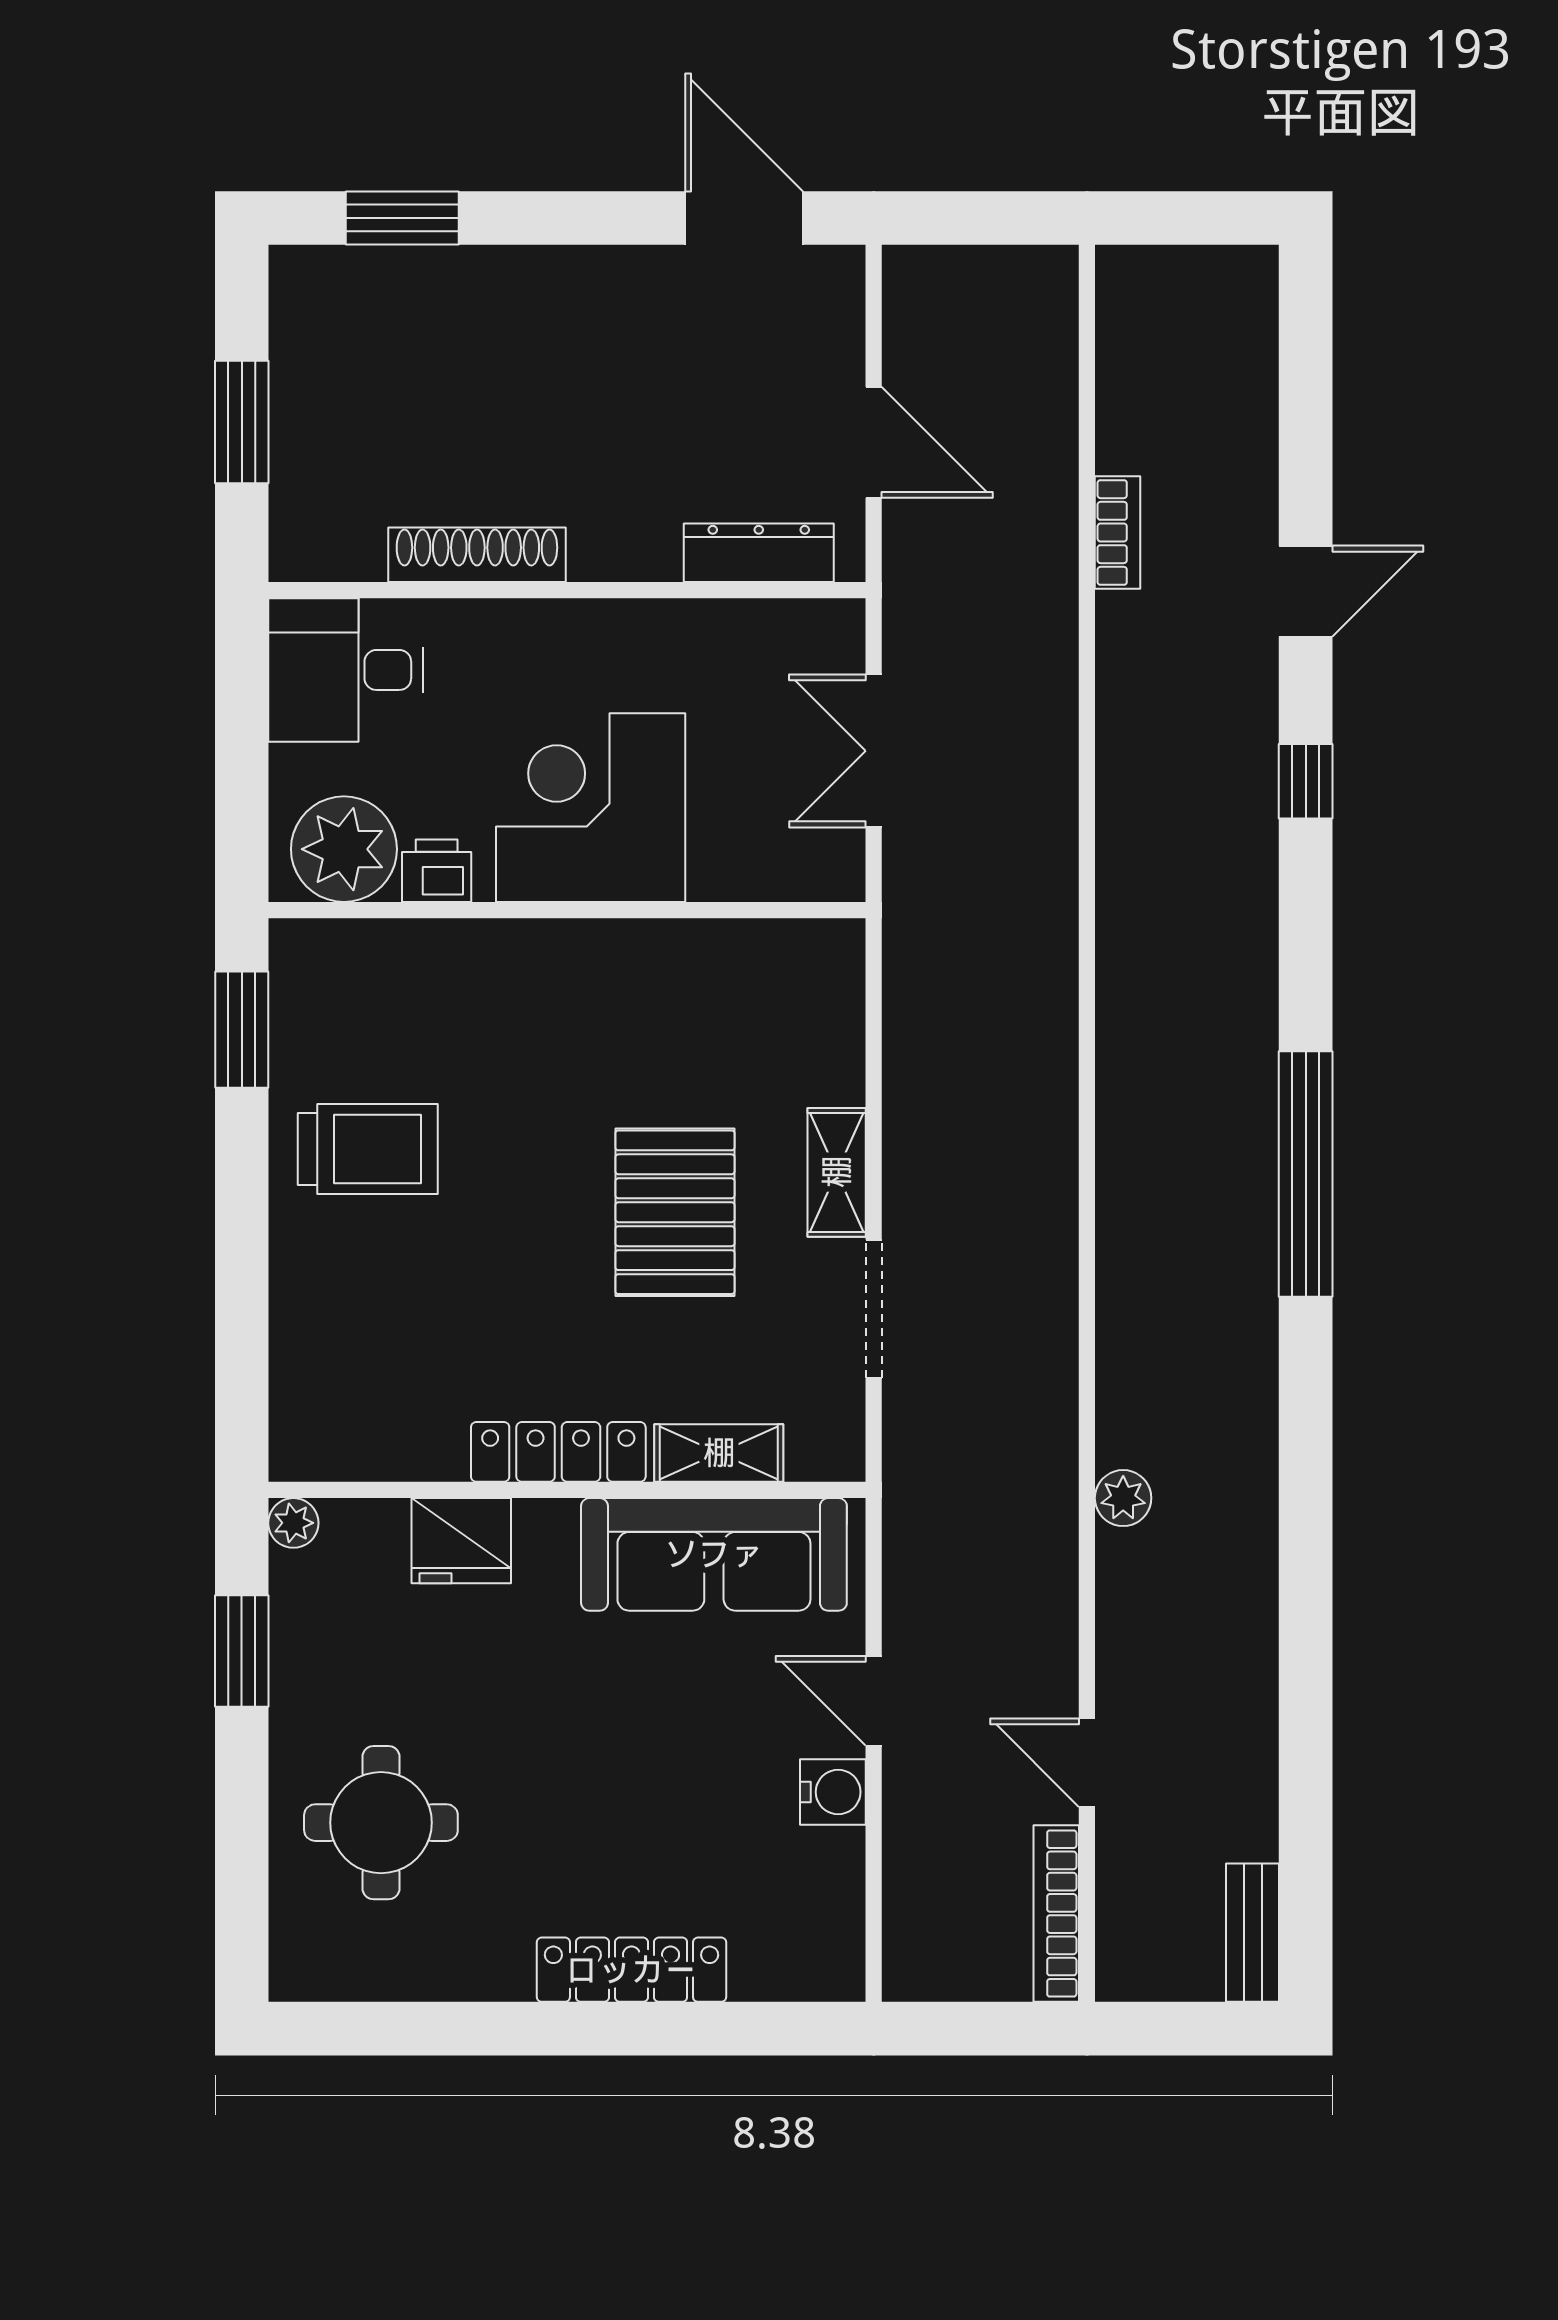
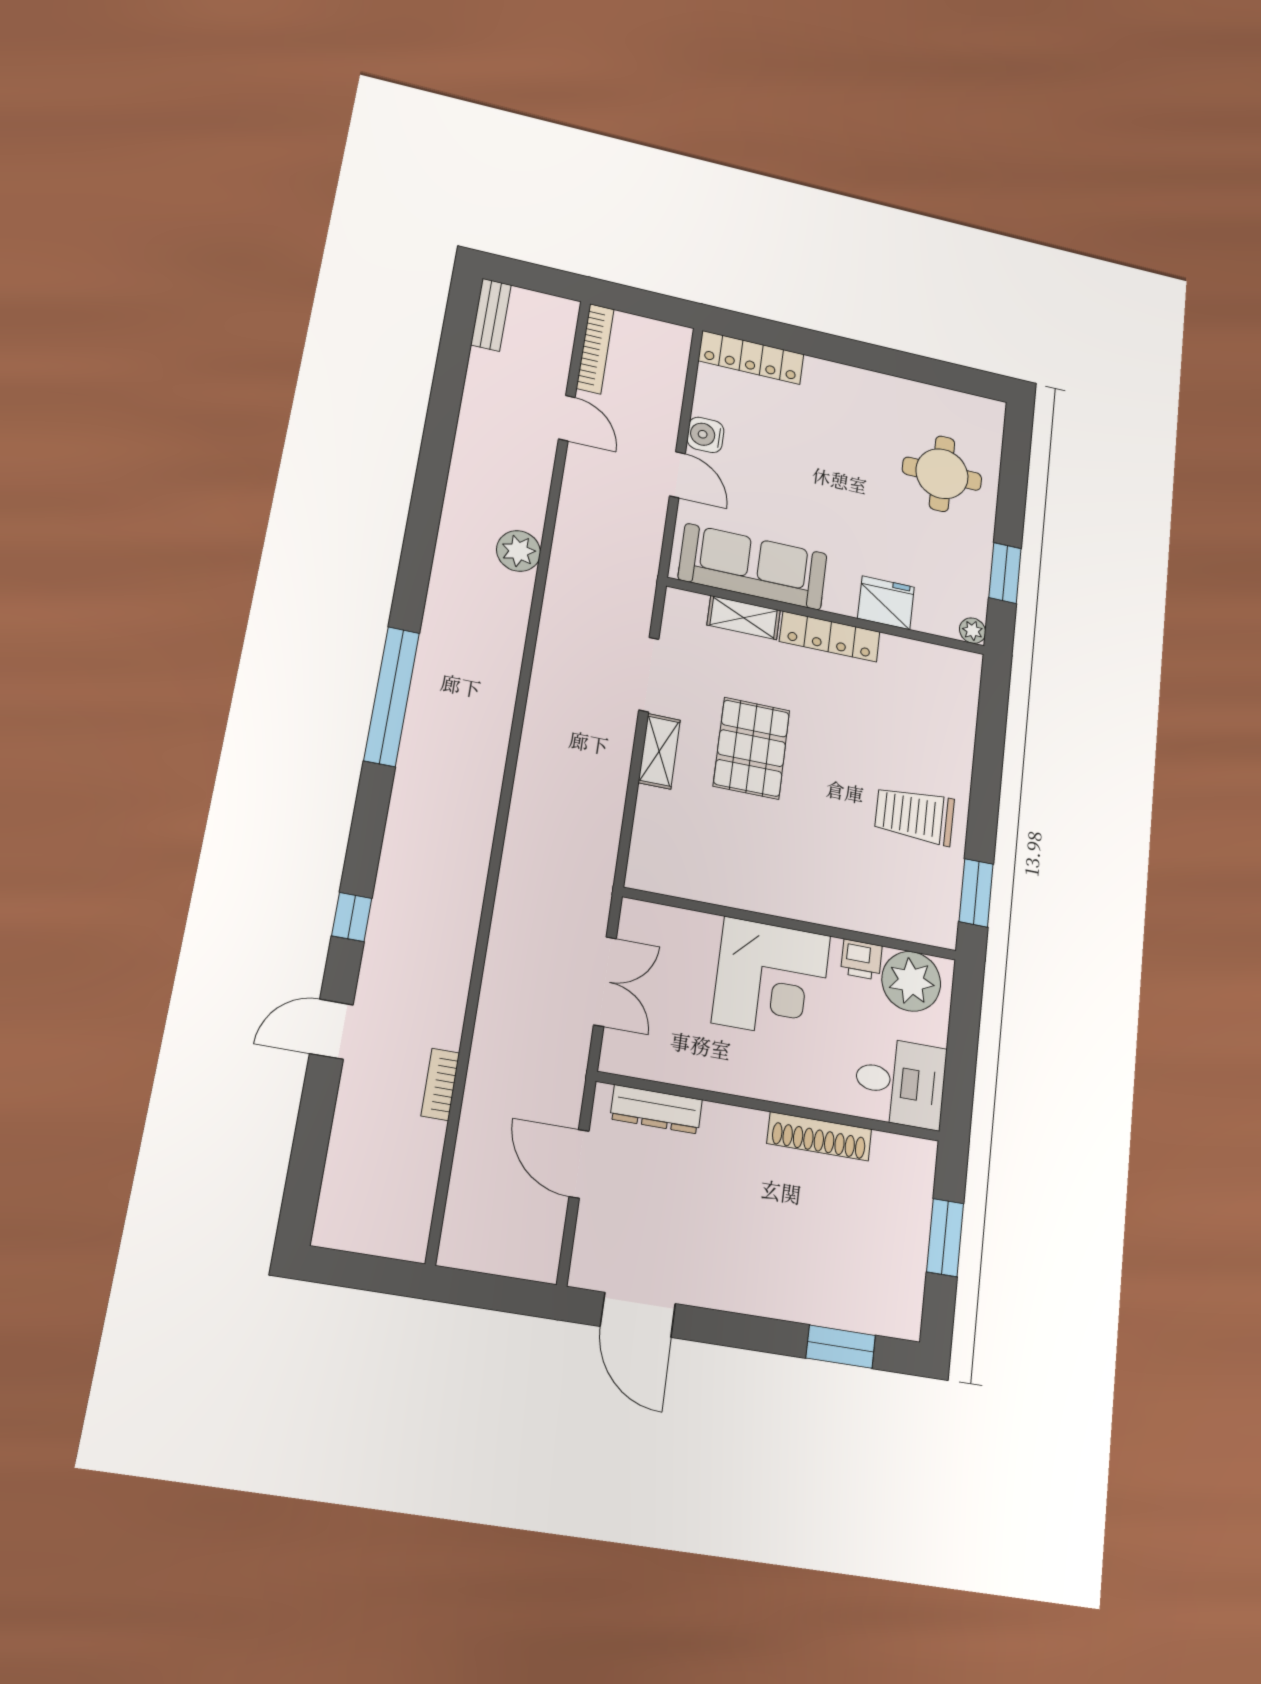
plant: (1123, 1498) -> (519, 551), width x1.38, depth x1.38
locker: (631, 1970) -> (751, 357), moved

